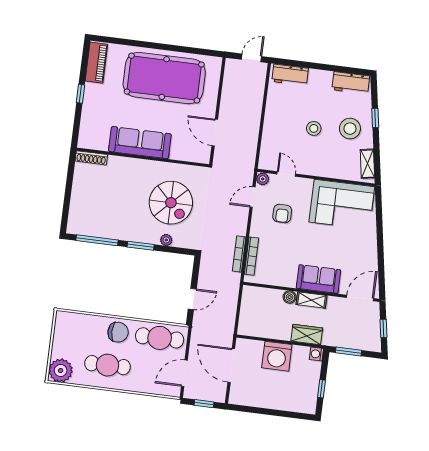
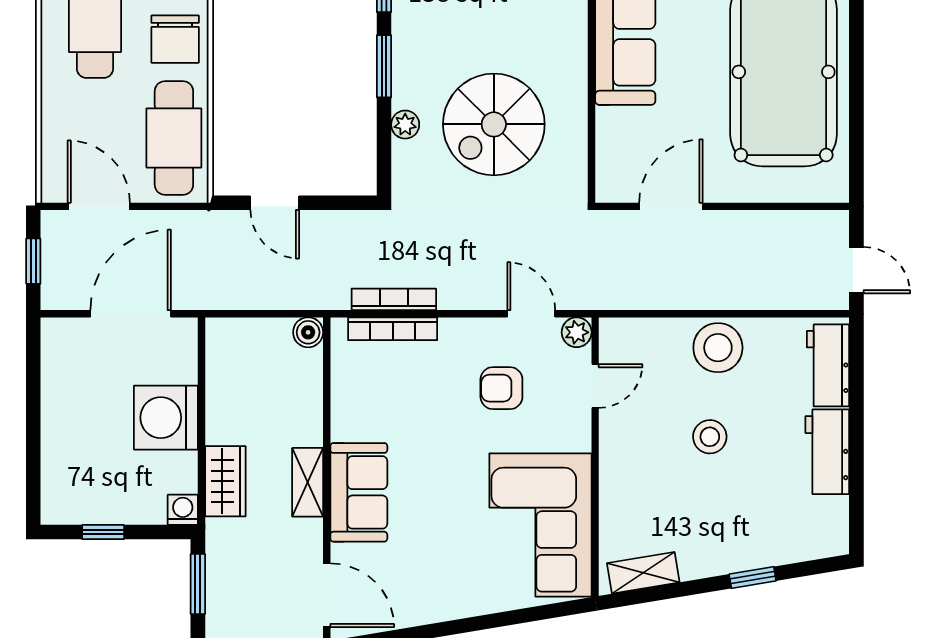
workbench: (351, 83) -> (827, 452), moved
stool: (350, 129) -> (718, 348), moved
boiler: (290, 297) -> (308, 332), moved

